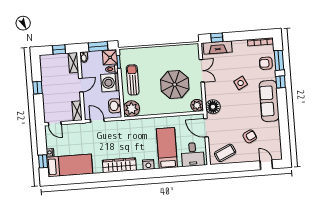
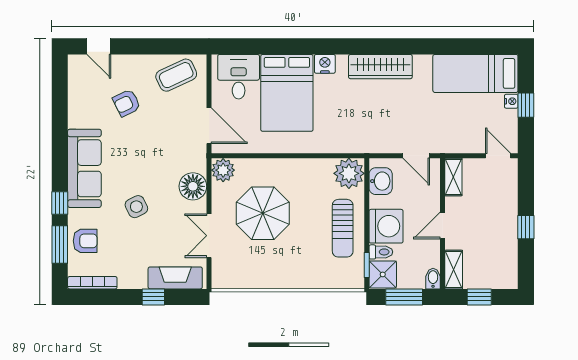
window: (217, 38) -> (153, 297), moved
floor lamp: (213, 107) -> (193, 186), moved
bed: (167, 148) -> (287, 93), width x1.50
window: (43, 161) -> (526, 105), moved

